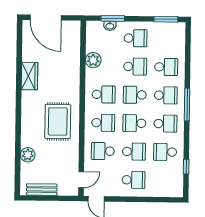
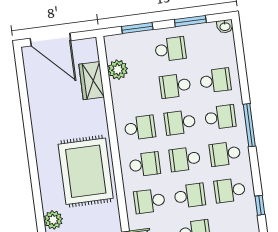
window: (166, 19) -> (190, 21), moved
washbasin: (110, 26) -> (225, 26), moved
plant: (93, 60) -> (118, 70), moved
school desk: (135, 67) -> (175, 86), turned 180
wardrobe: (30, 76) -> (92, 81), moved, turned 180
rug: (58, 121) -> (86, 171), width x1.37, depth x1.44
school desk: (165, 124) -> (225, 154), turned 180

